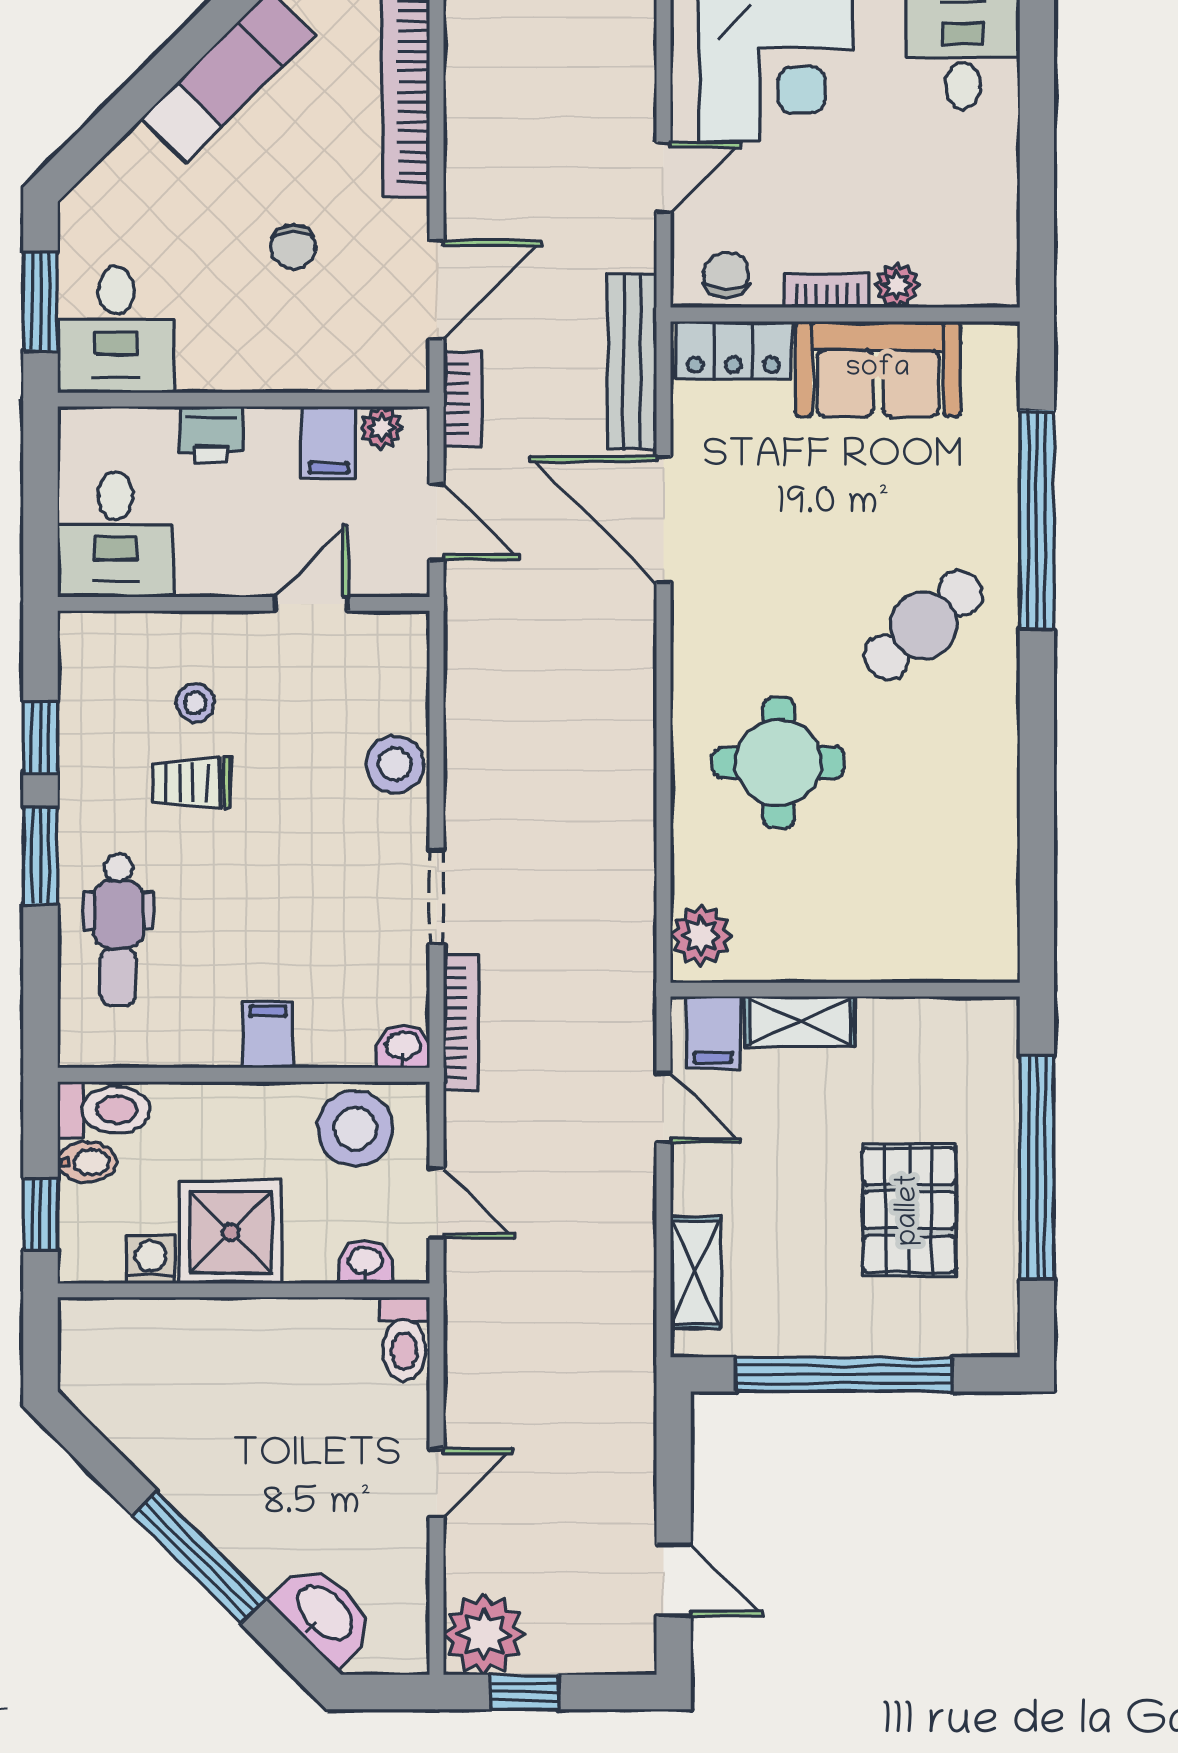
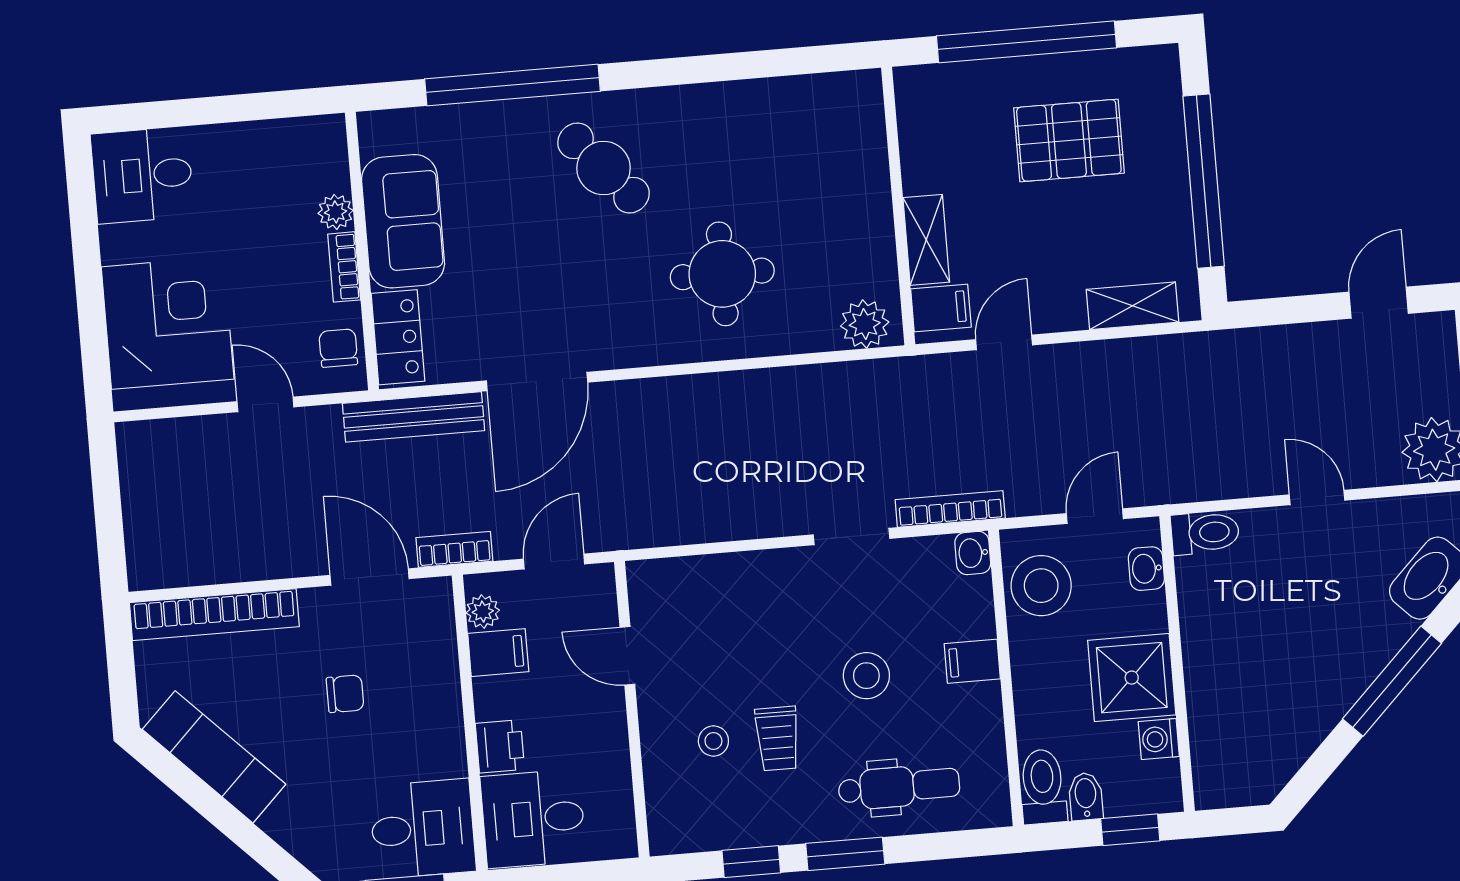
chair: (726, 275) -> (338, 348), turned 90
desk: (116, 534) -> (533, 819), moved, turned 180
stool: (395, 764) -> (866, 676), moved

